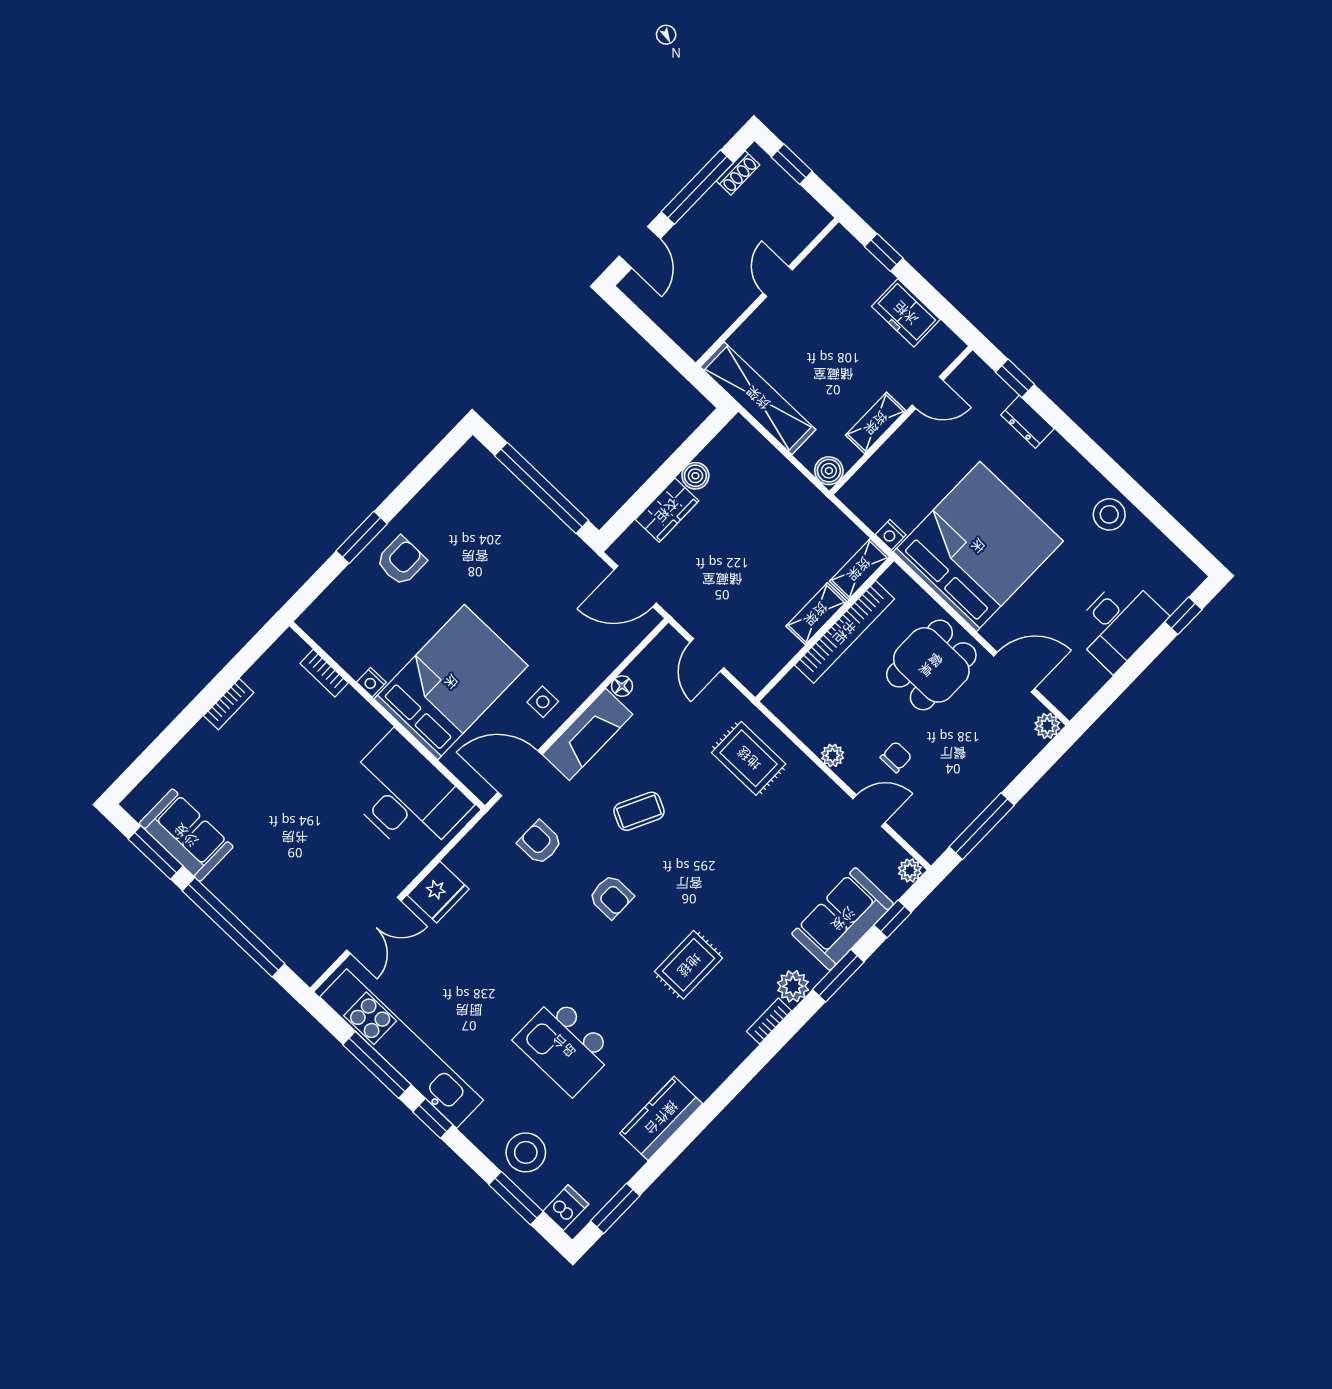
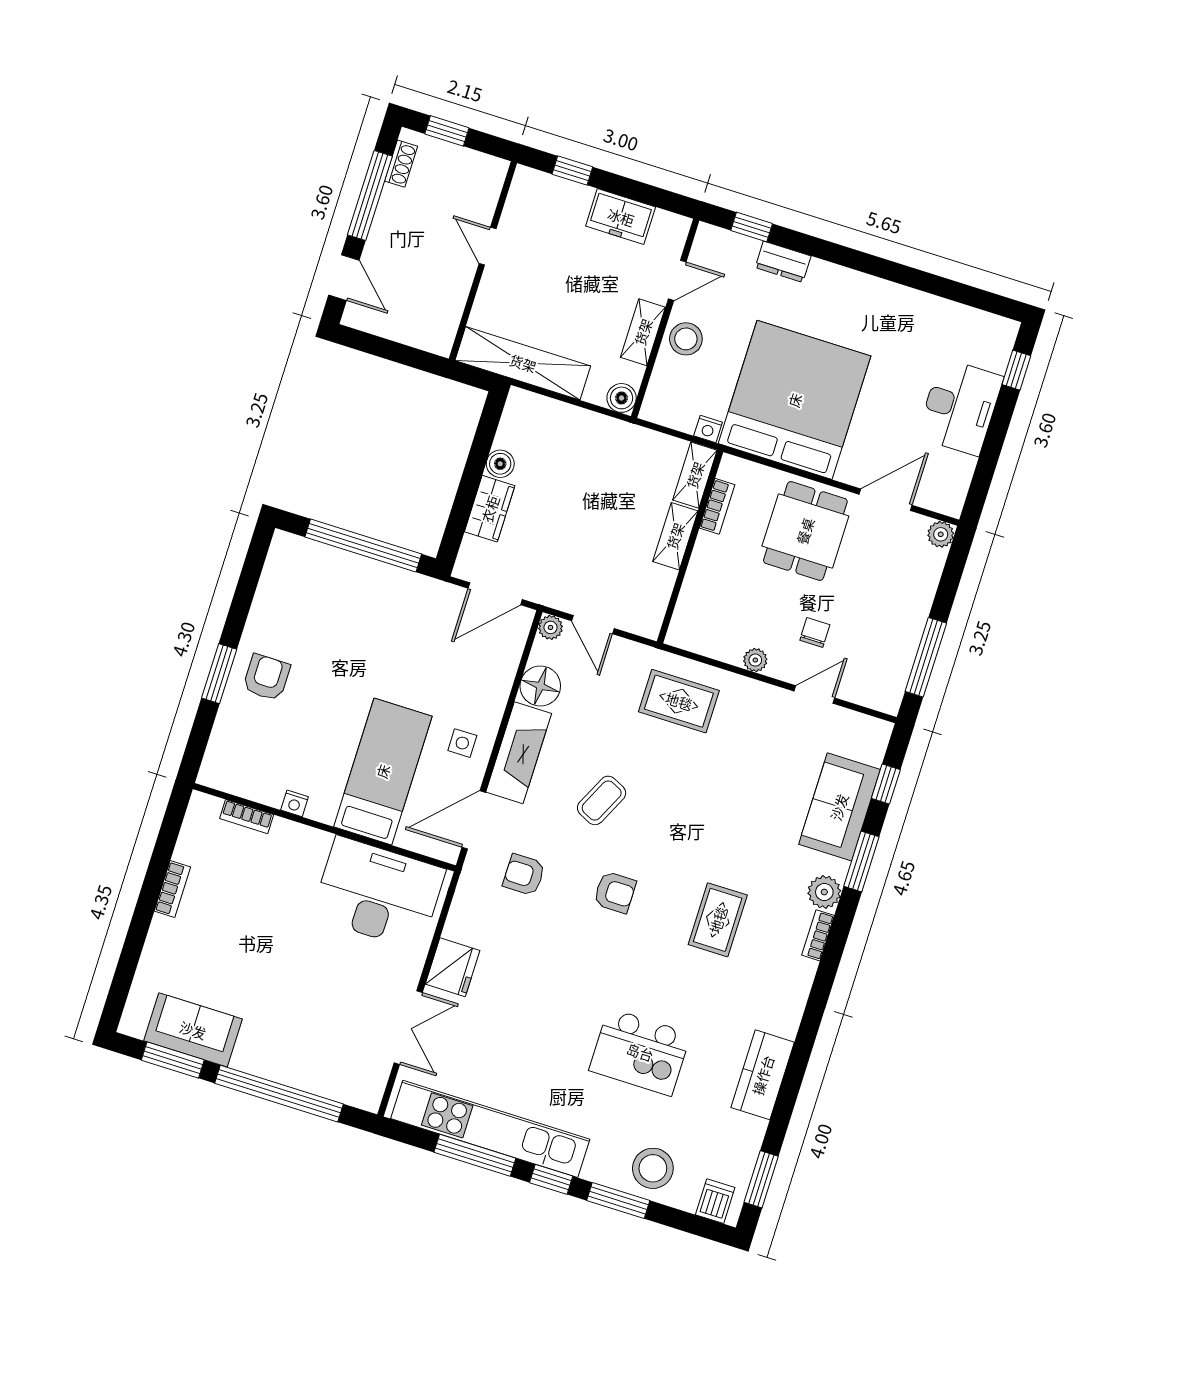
stool: (1109, 514) -> (686, 339), moved
bookcase: (845, 632) -> (717, 506), width x0.43, depth x0.76
bed: (451, 682) -> (383, 771), width x0.67
floor lamp: (622, 686) -> (540, 686), width x1.89, depth x1.89
plant: (910, 870) -> (551, 627), moved
window: (516, 1198) -> (618, 1201), moved

